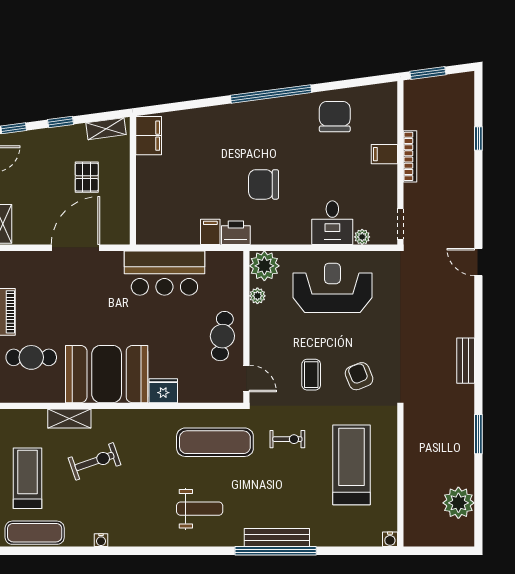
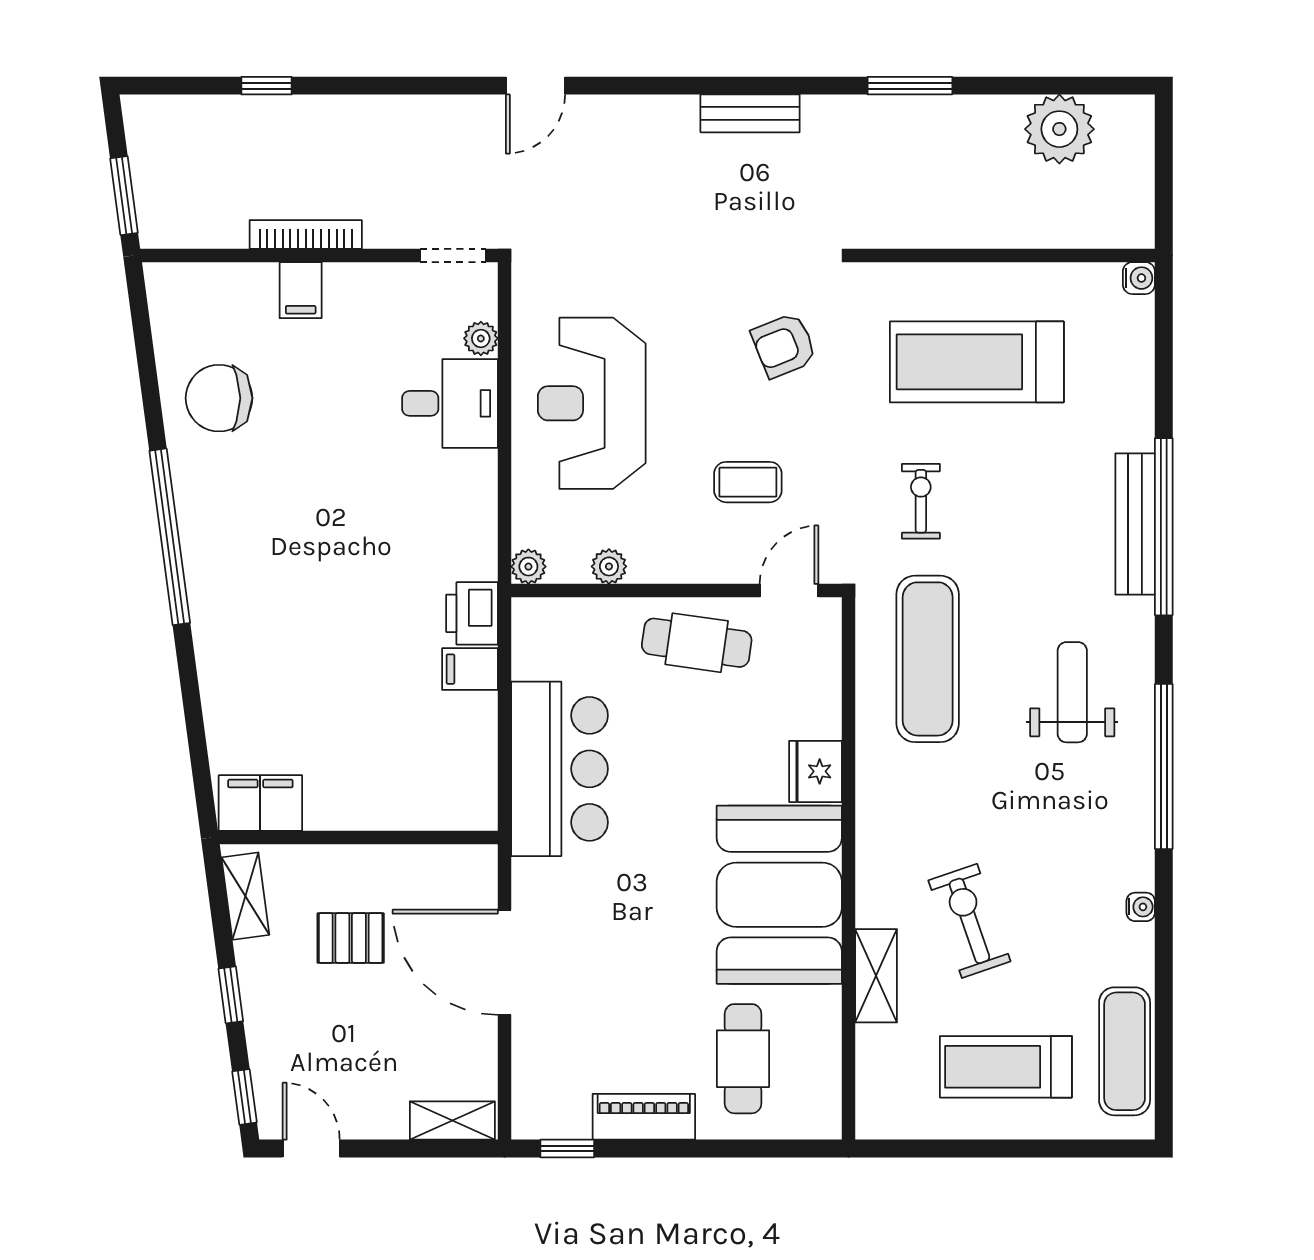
chair: (264, 184) -> (367, 553), removed
plant: (264, 266) -> (528, 567), width x0.53, depth x0.53
coffee table: (311, 375) -> (748, 482), moved
window: (166, 551) -> (1164, 766), added

